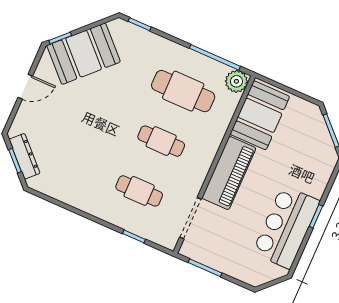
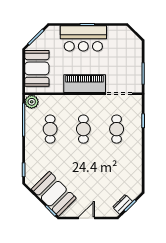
door: (25, 87) -> (86, 218), hinge flipped
cafe table: (183, 91) -> (50, 129), width x0.73, depth x0.74
booth: (260, 115) -> (37, 68), moved, turned 90
dresser: (24, 156) -> (123, 204), width x0.70
bar counter: (286, 227) -> (83, 38), moved

